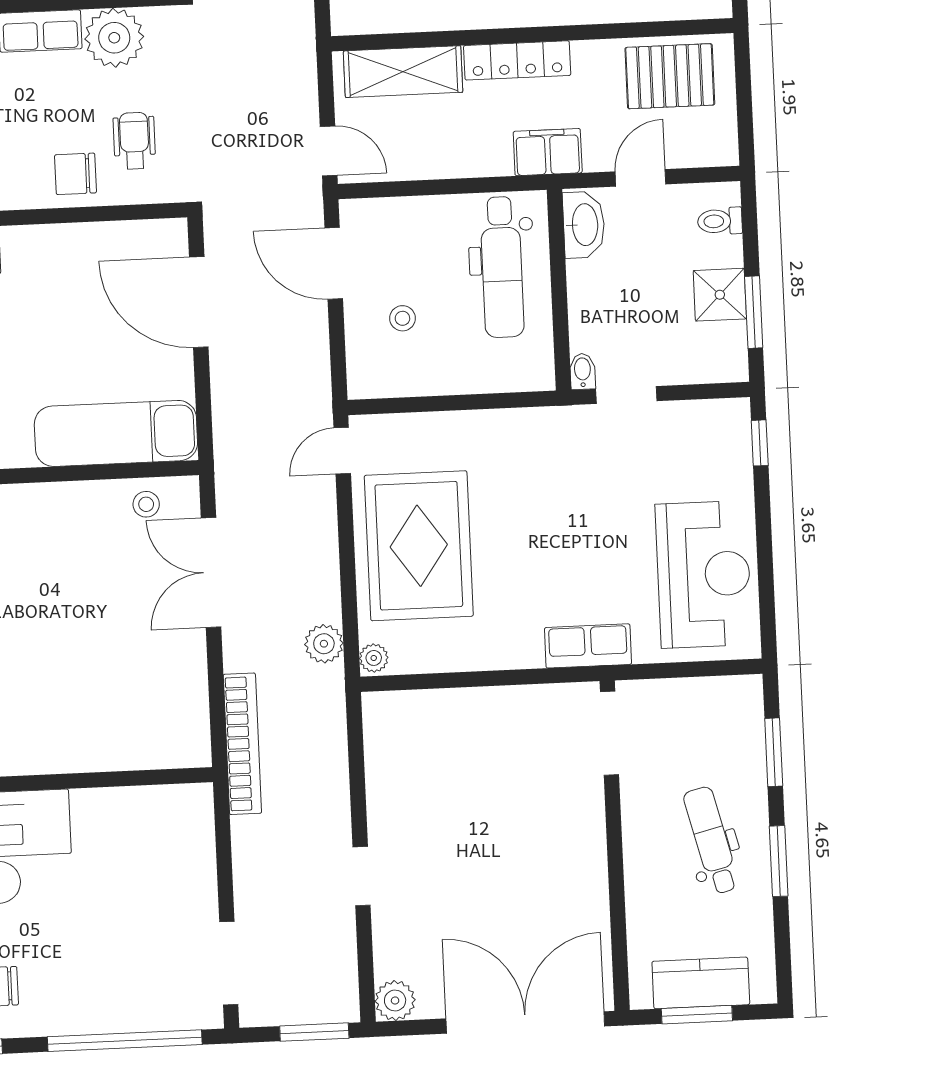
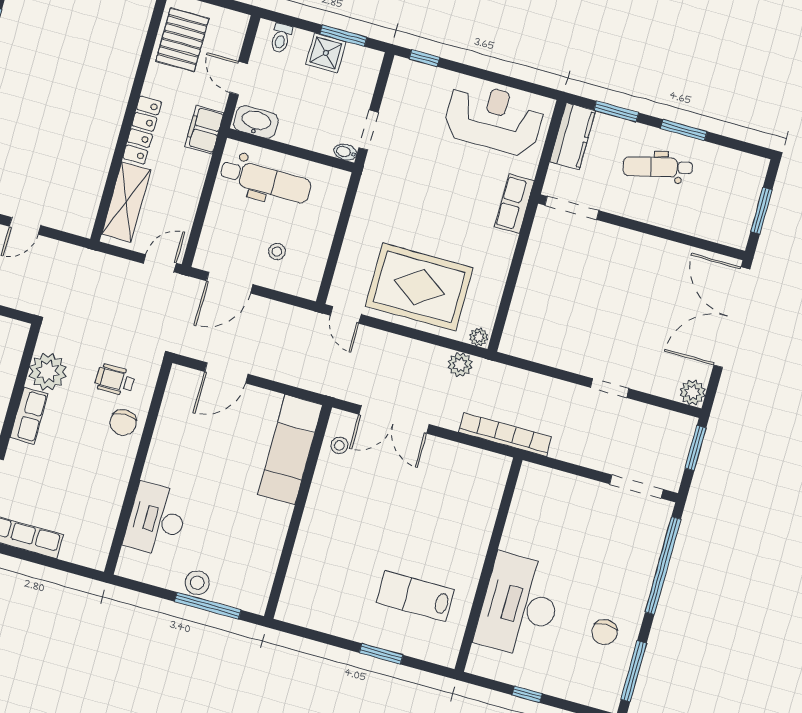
door: (199, 302) -> (226, 373), width x0.73
kitchen counter: (701, 983) -> (573, 136), moved, turned 180

